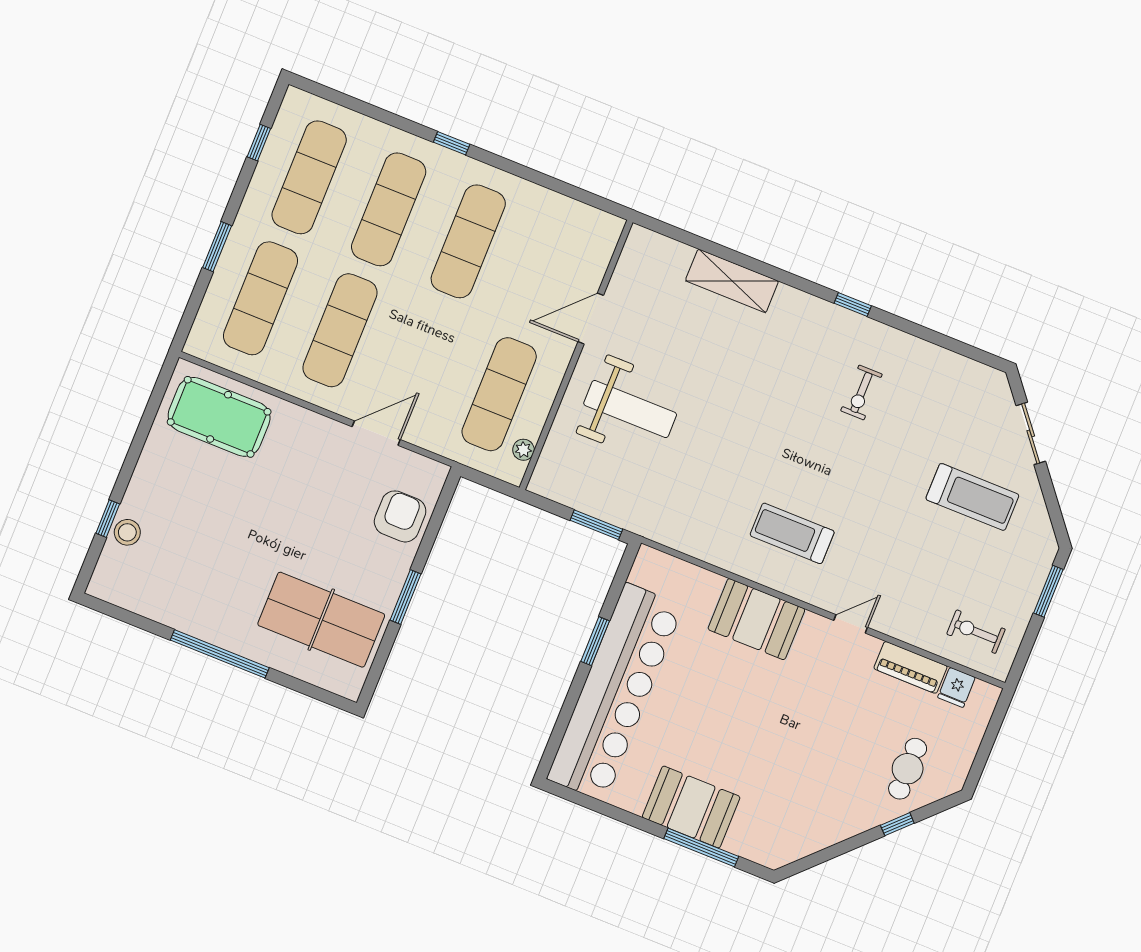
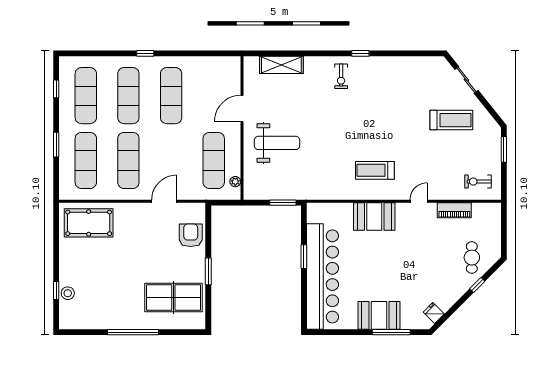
shelving: (732, 281) -> (281, 65), moved
exercise bike: (861, 392) -> (341, 76), moved
fridge: (956, 687) -> (434, 313), moved, turned 135

